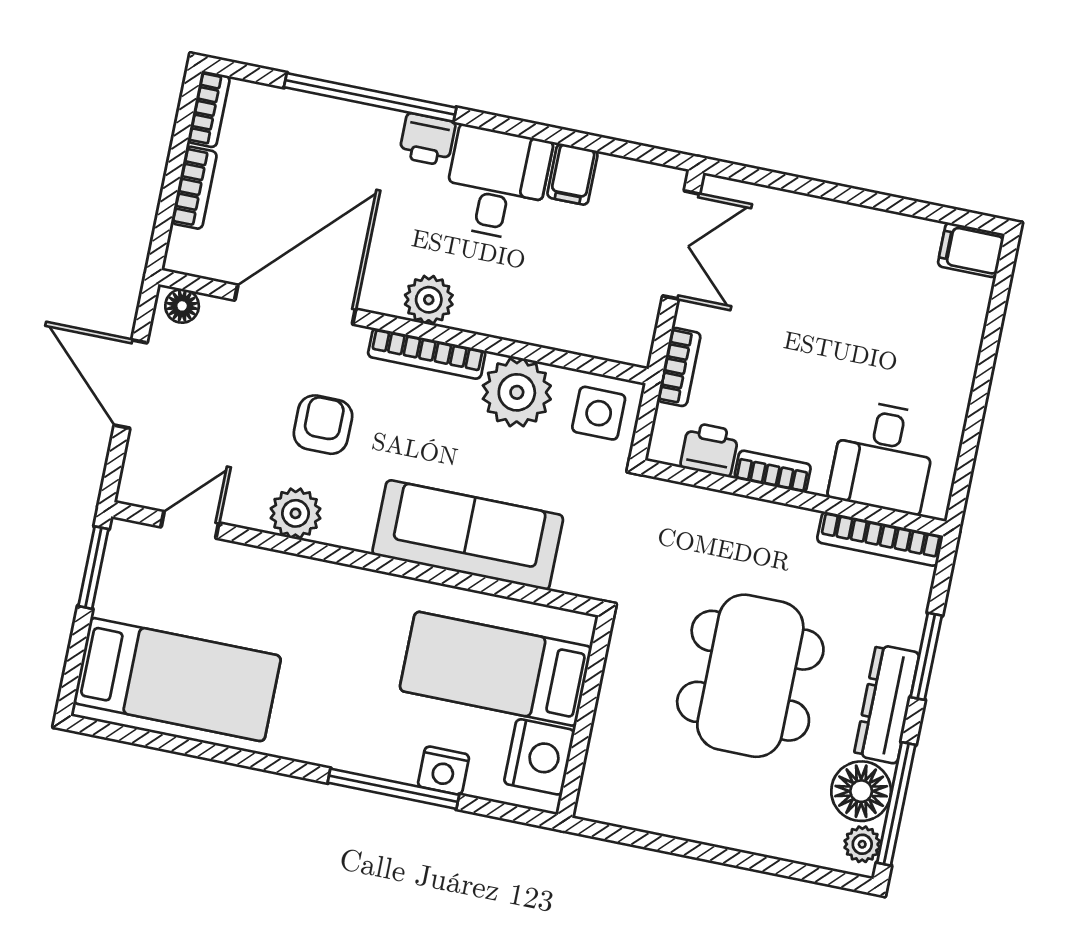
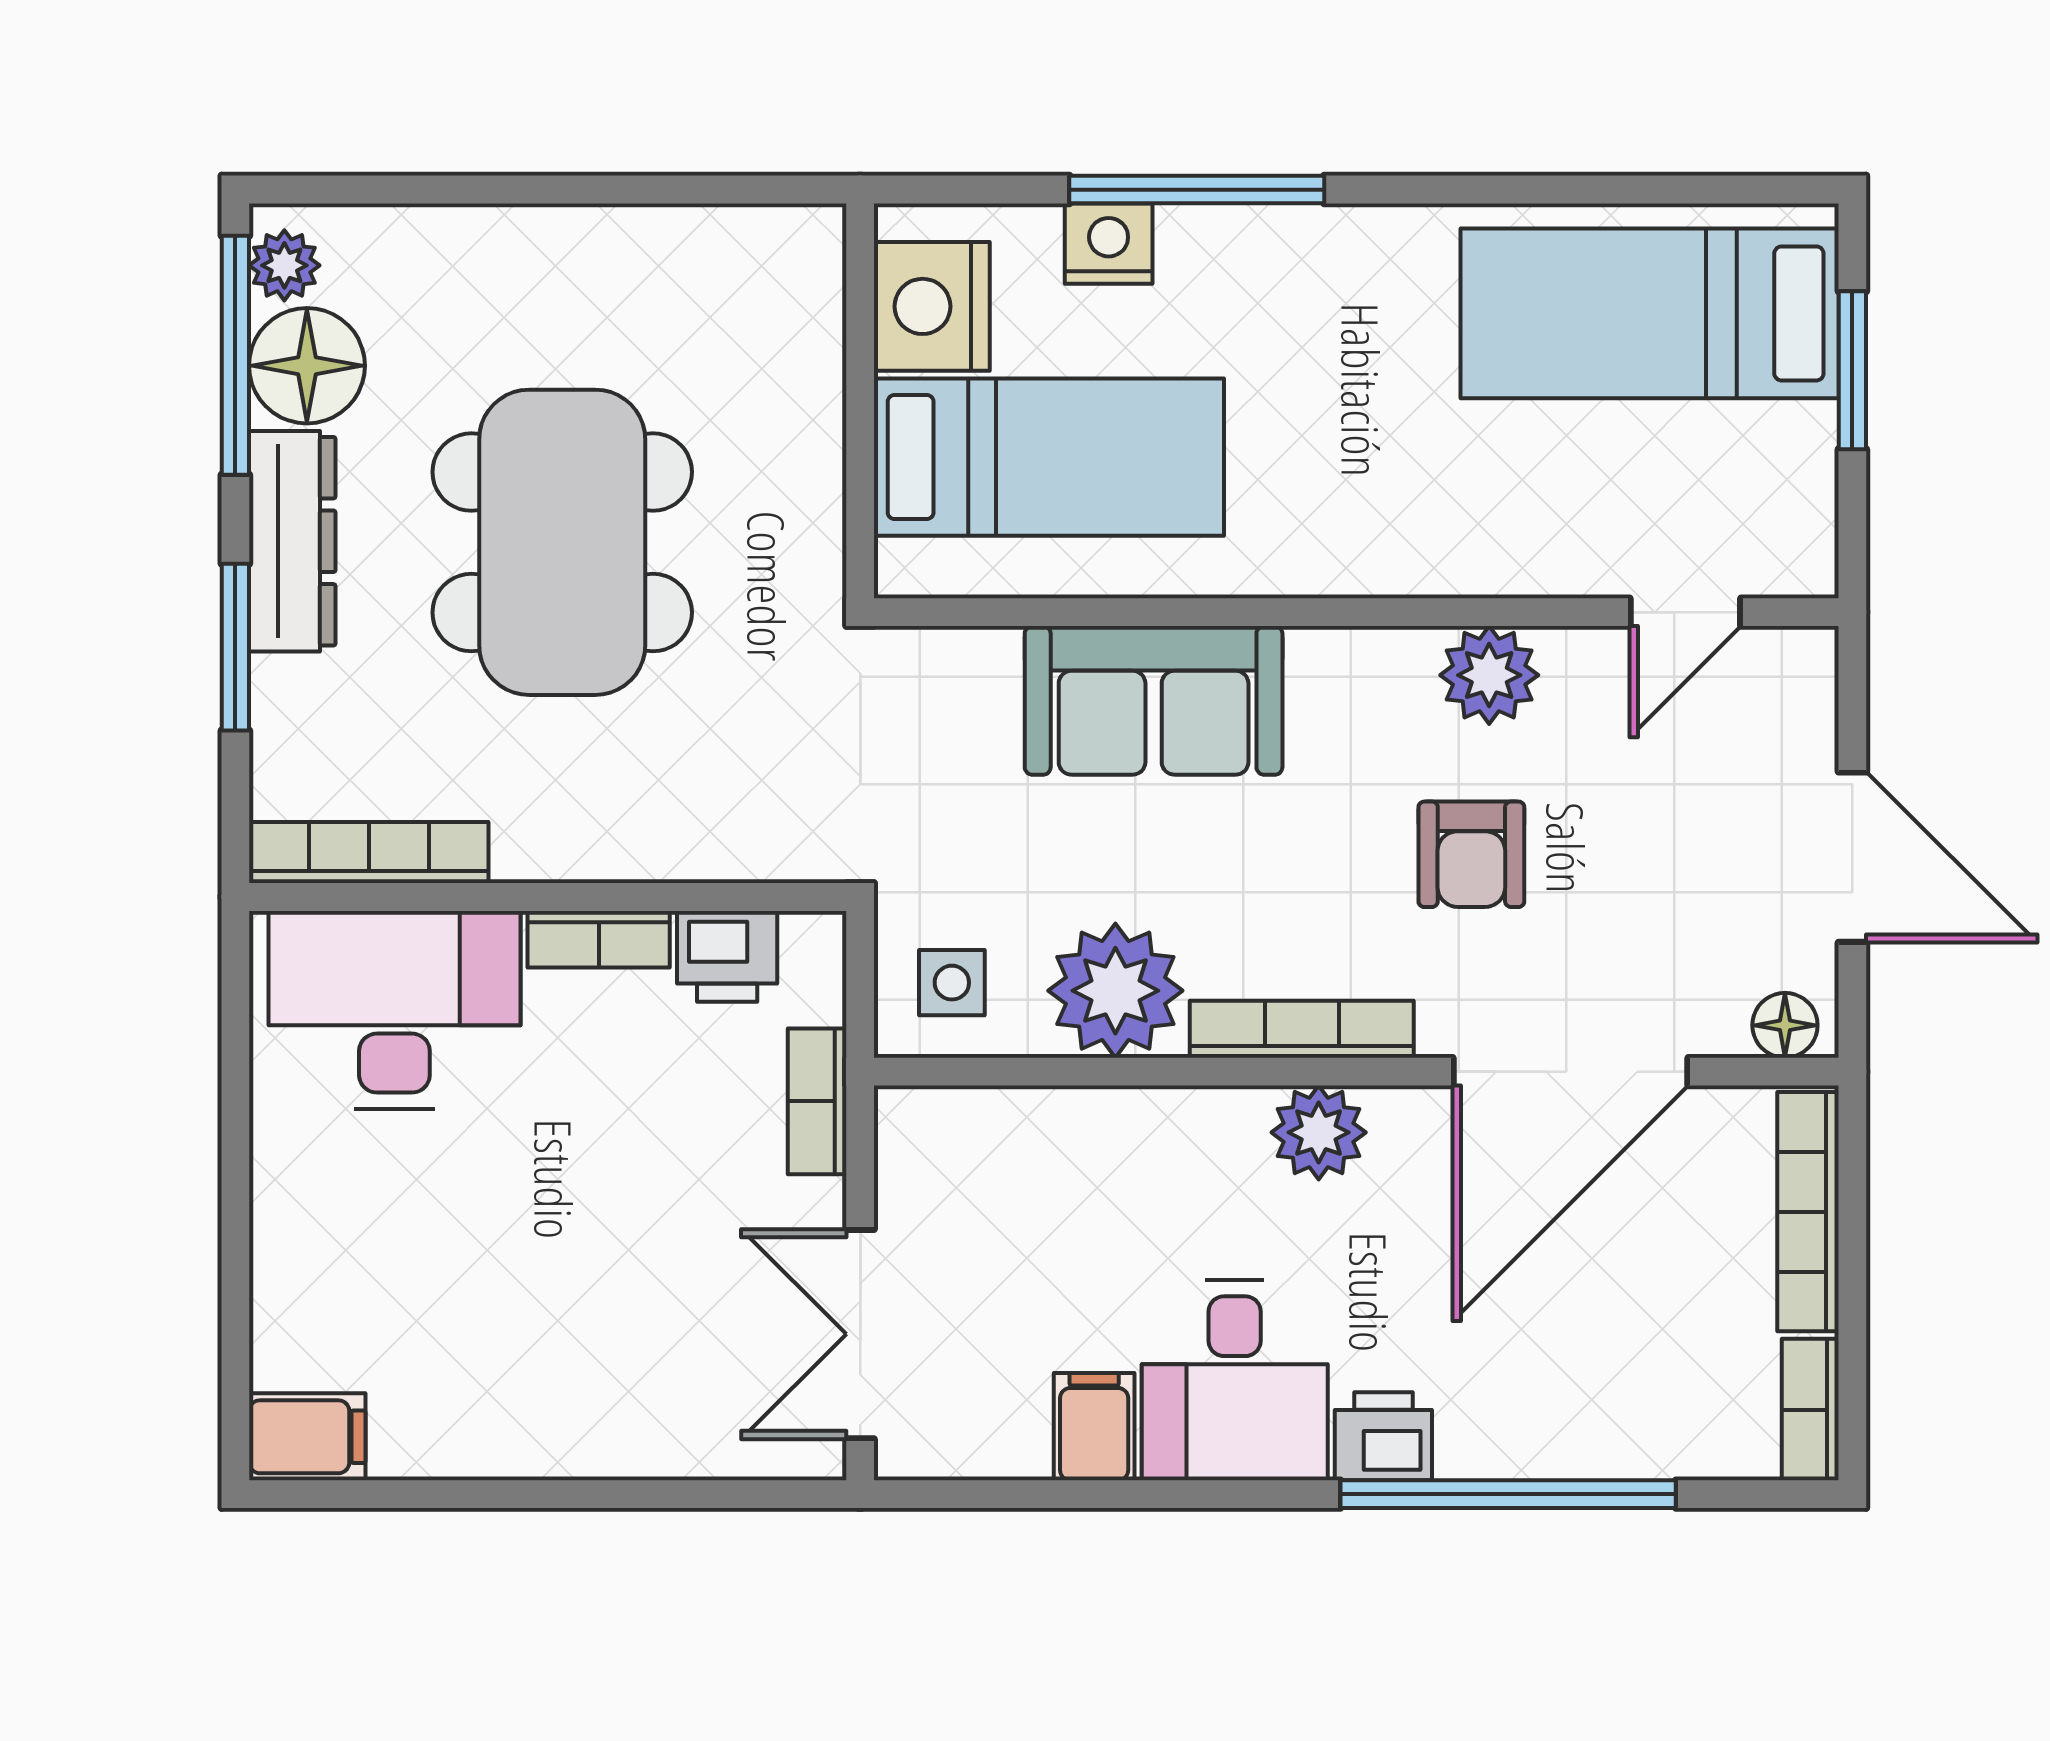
bookcase: (194, 188) -> (1808, 1212), width x1.56
side table: (599, 413) -> (952, 983), width x0.73, depth x0.73
desk: (883, 457) -> (394, 1010), width x1.37
sofa: (468, 535) -> (1154, 700), width x0.73
window: (93, 568) -> (1852, 370), moved

